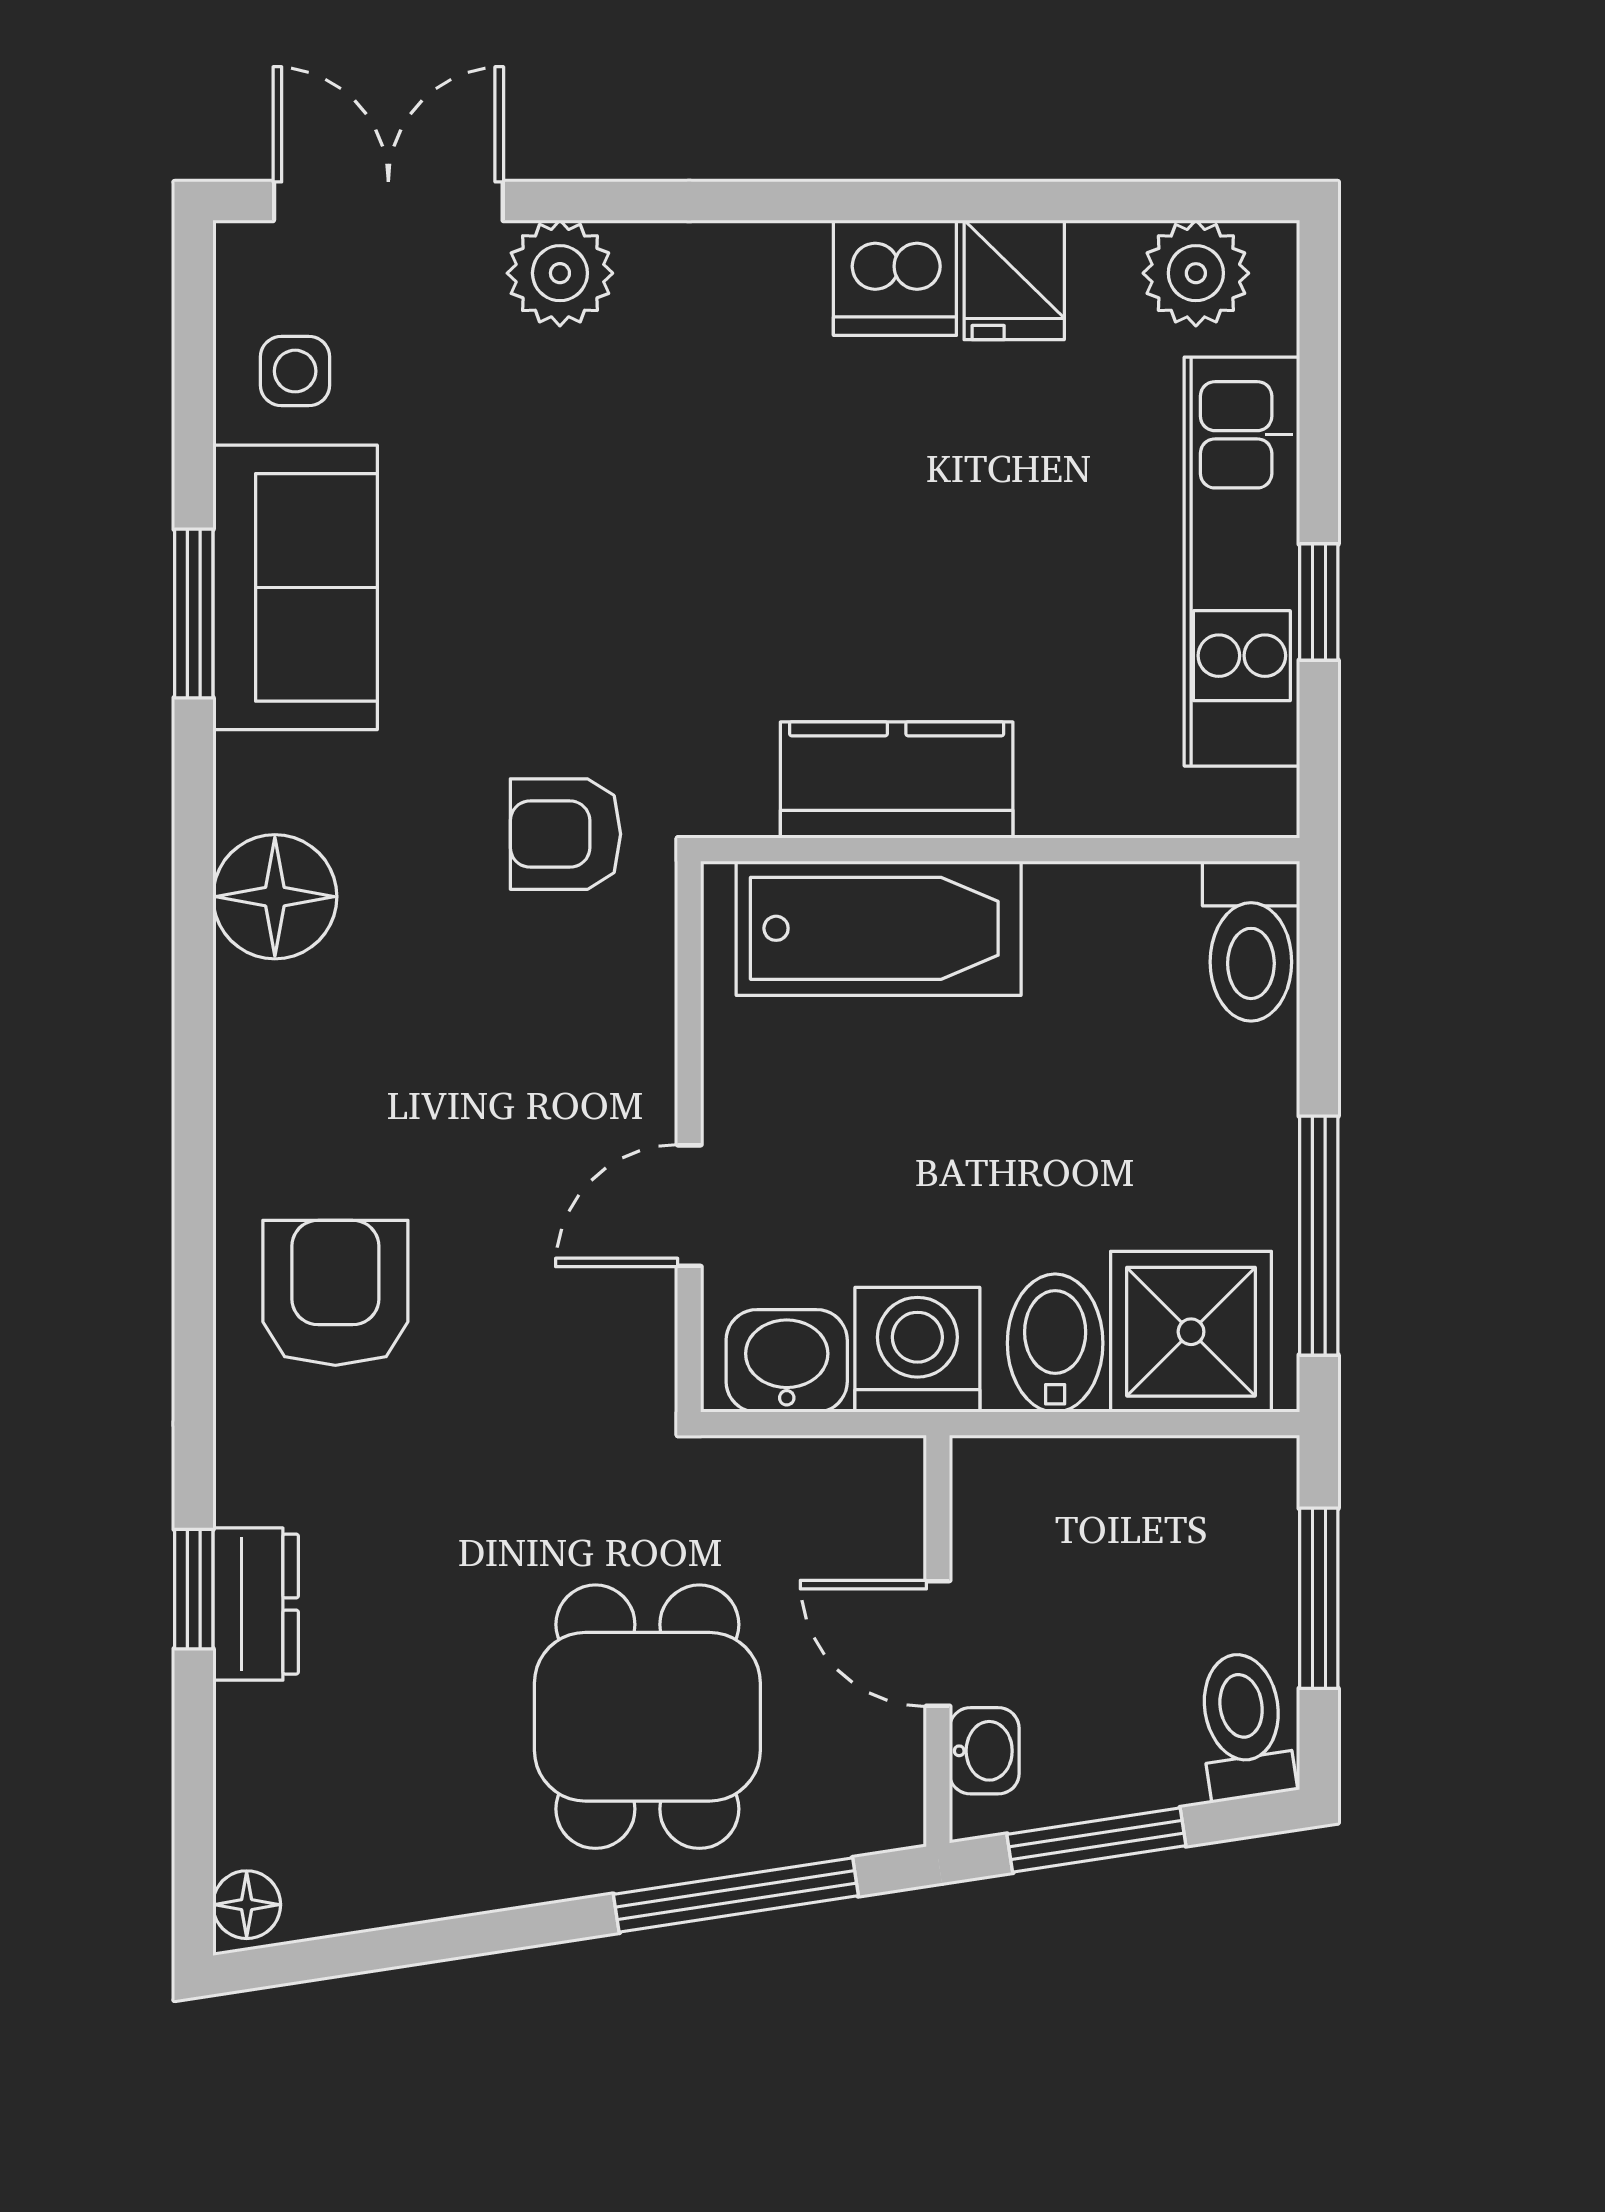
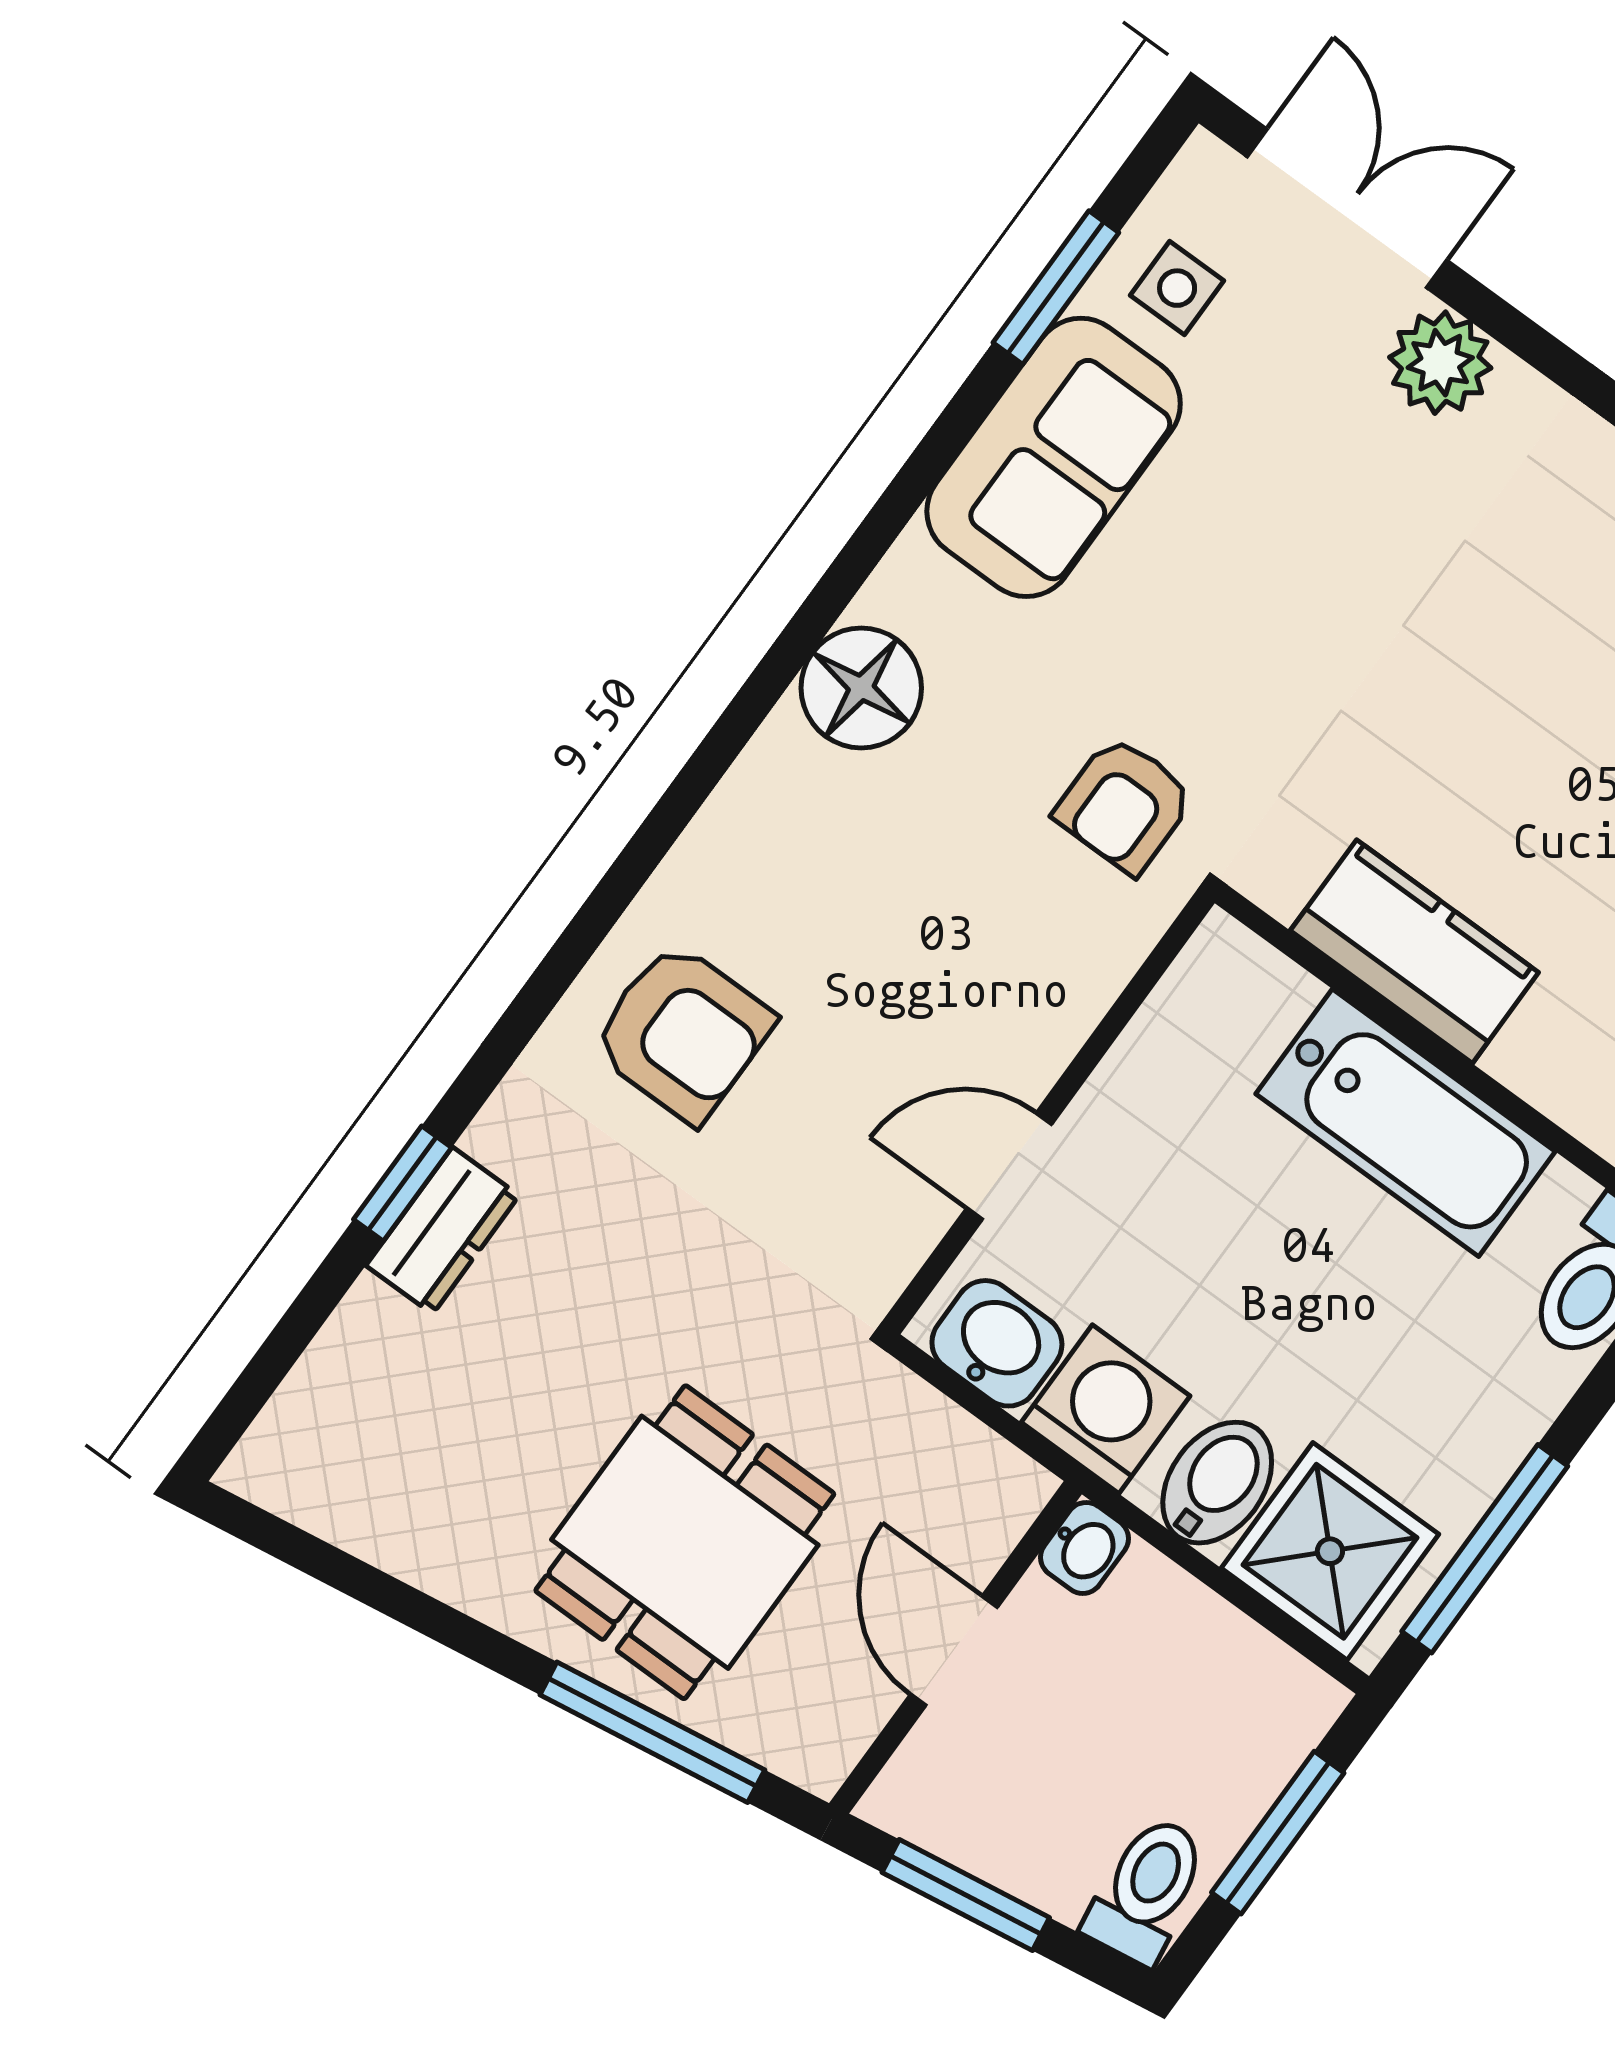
window: (194, 614) -> (1056, 288), moved
armchair: (566, 834) -> (1124, 805), turned -90
bathtub: (879, 928) -> (1405, 1123), moved
armchair: (335, 1293) -> (683, 1032), turned 90
washbasin: (984, 1751) -> (1085, 1548), moved
floor lamp: (247, 1905) -> (264, 1461), removed

